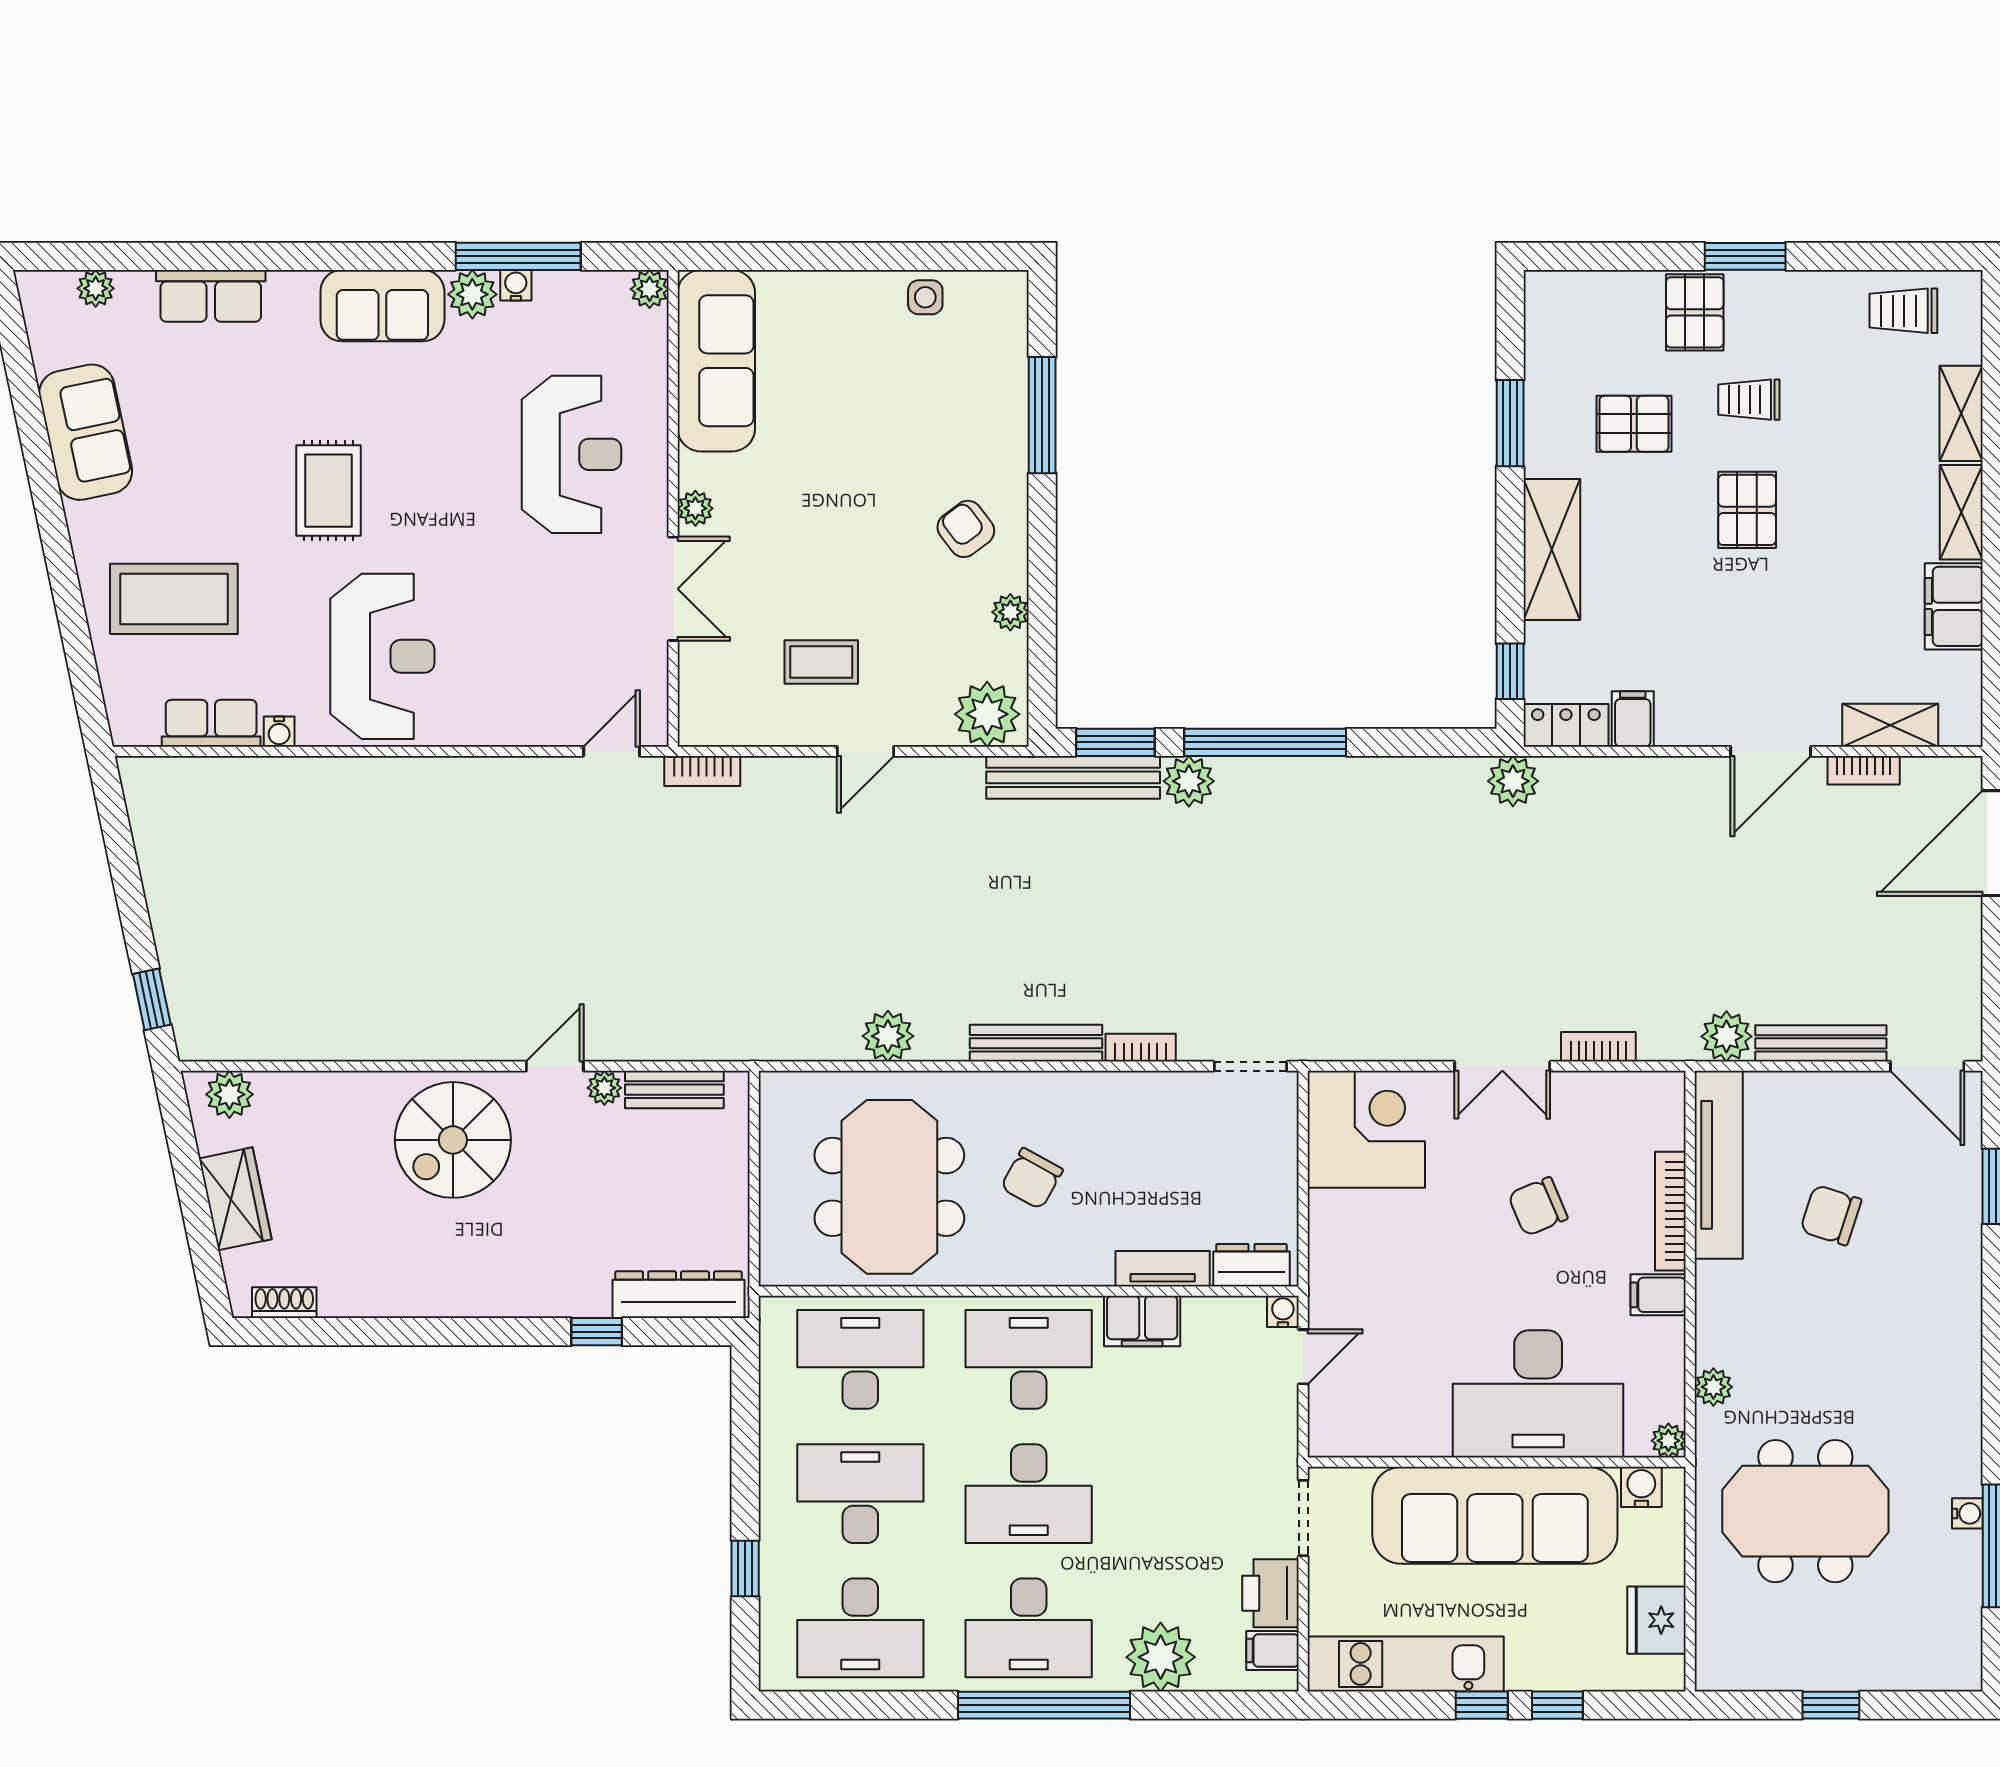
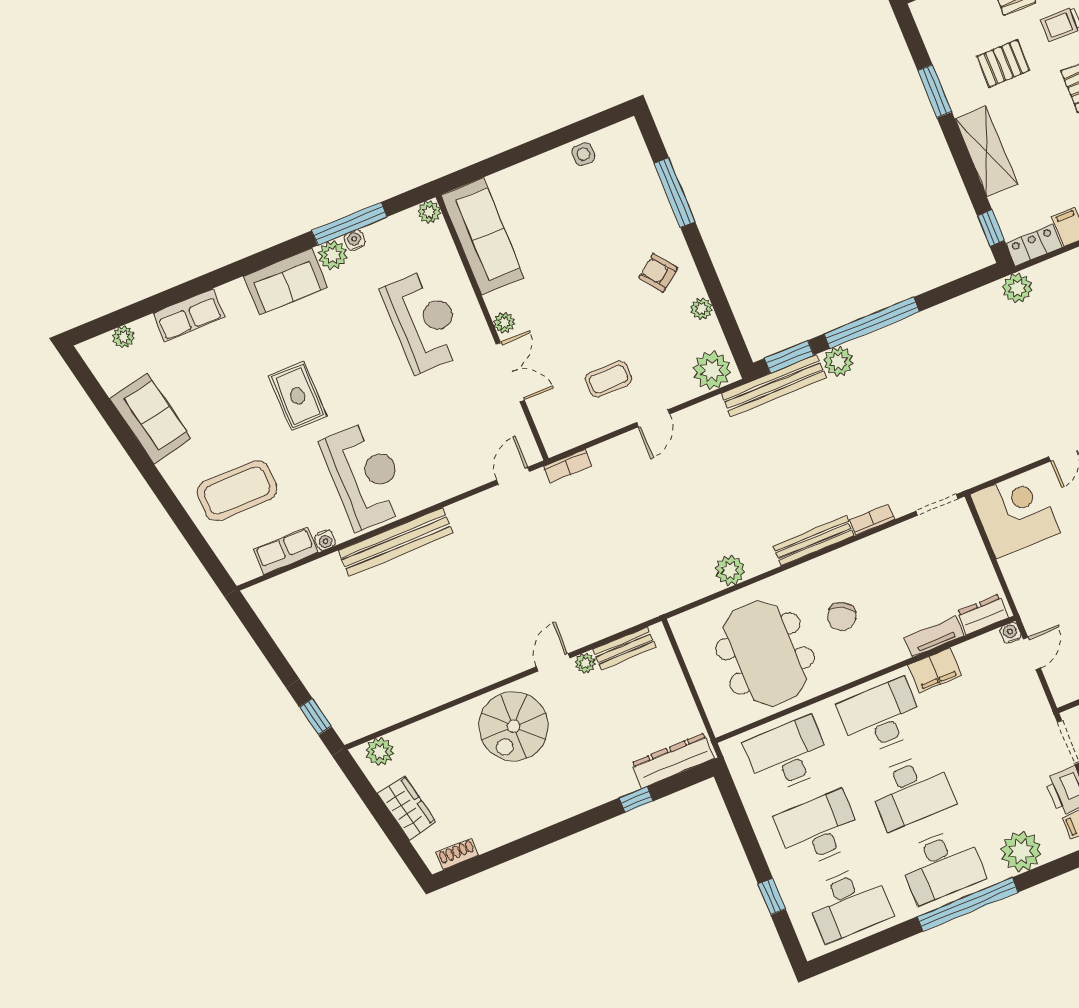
bench: (388, 779) -> (396, 542), added

